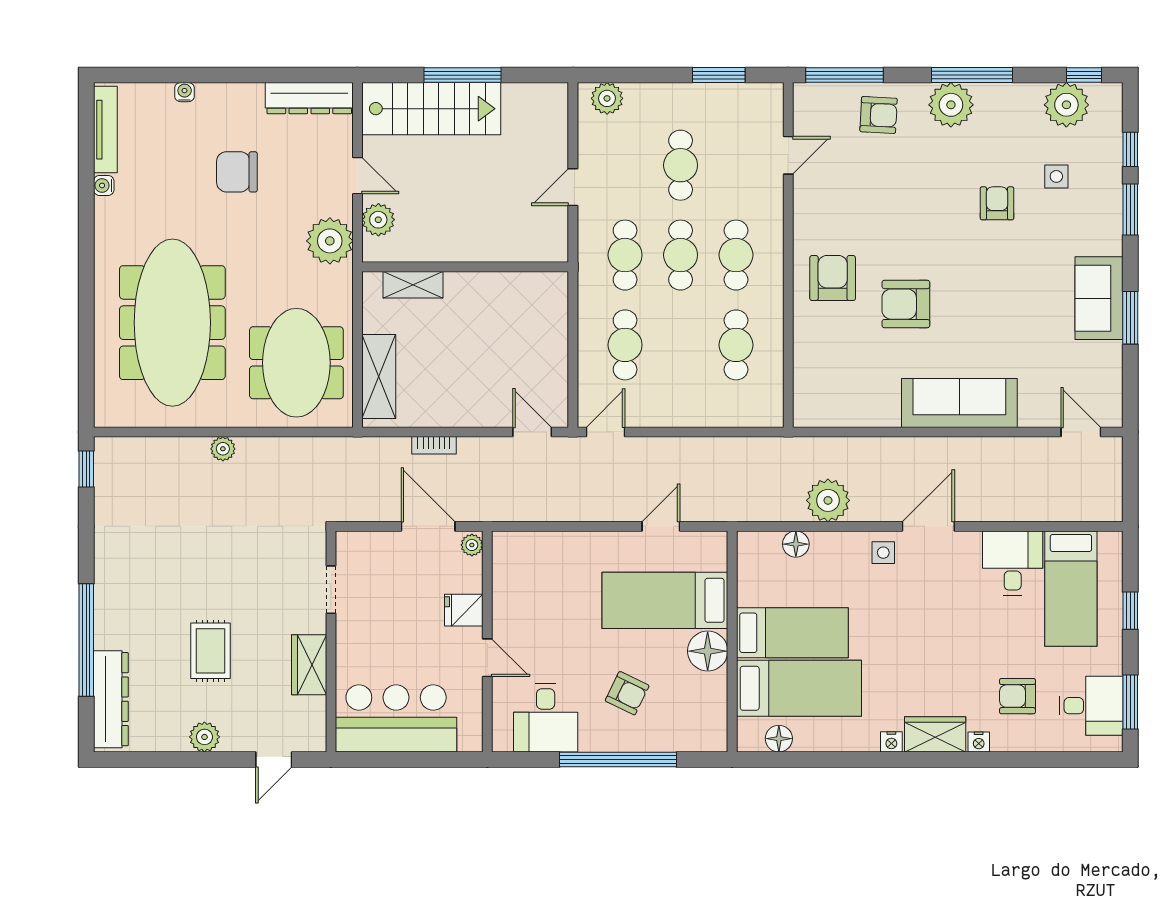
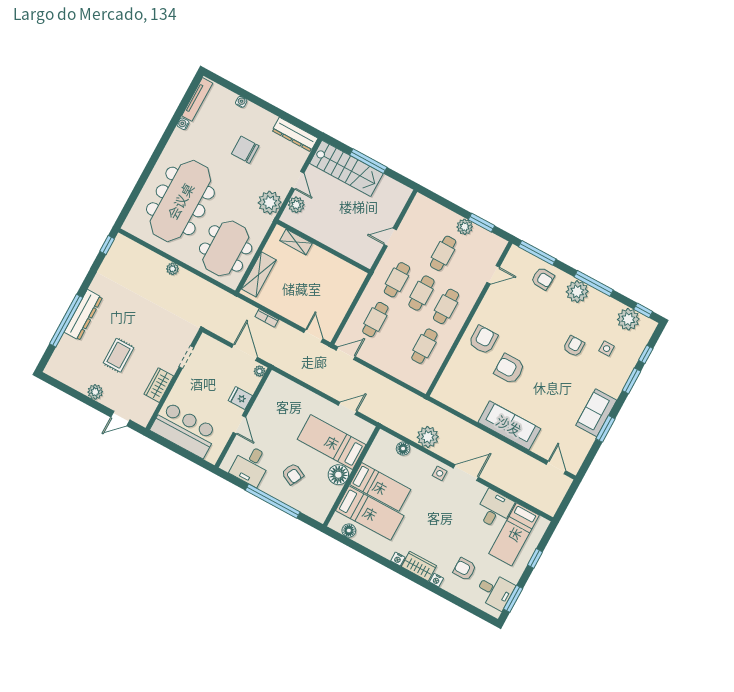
plant: (607, 98) -> (465, 227), moved
dresser: (111, 699) -> (83, 315), moved

